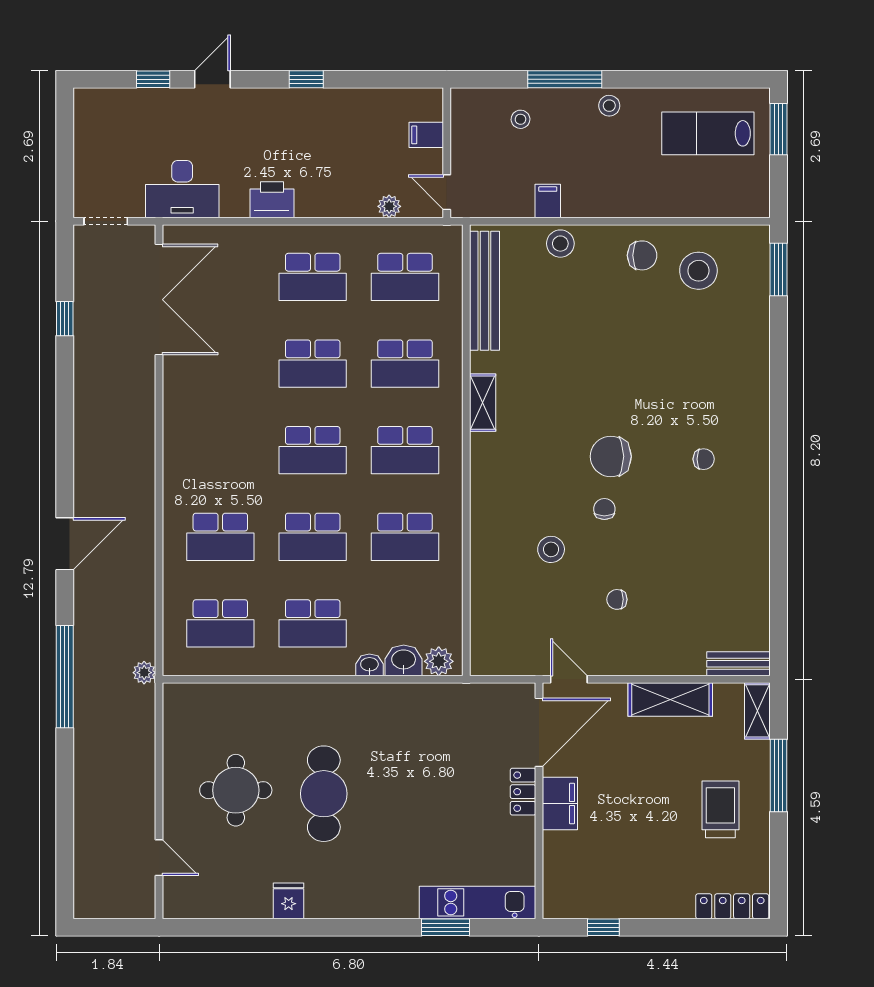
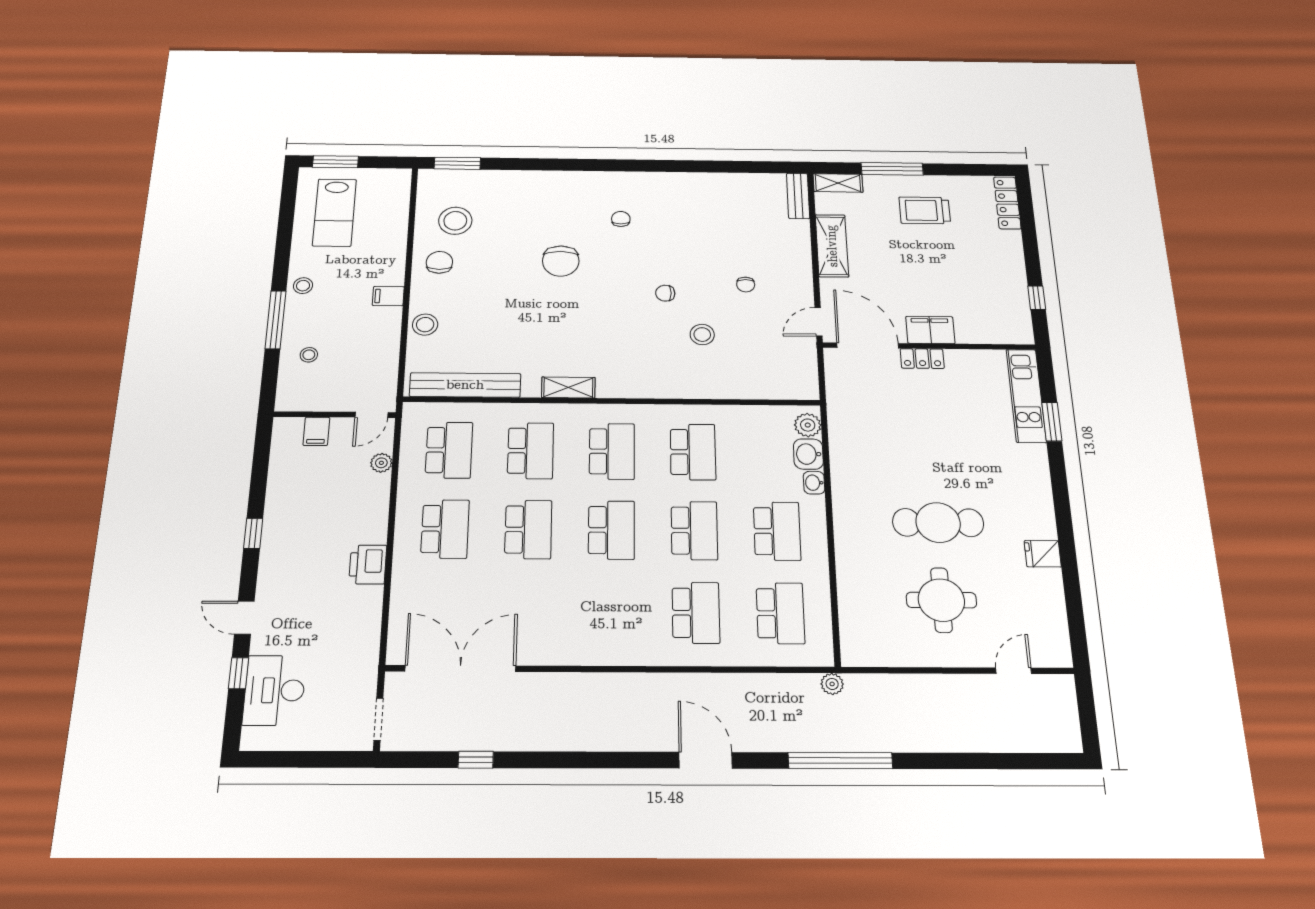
desk: (182, 189) -> (274, 690), moved, turned 180
filing cabinet: (548, 201) -> (388, 296), moved
chair: (611, 456) -> (561, 261), moved

